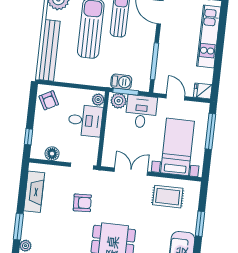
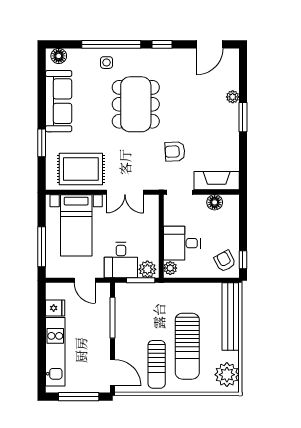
barbecue: (121, 82) -> (147, 291), removed
fridge: (203, 91) -> (55, 308), moved
window: (28, 137) -> (243, 260), moved
fireplace: (34, 192) -> (217, 181), moved, turned 90
rug: (168, 197) -> (81, 169), width x1.36, depth x1.43

